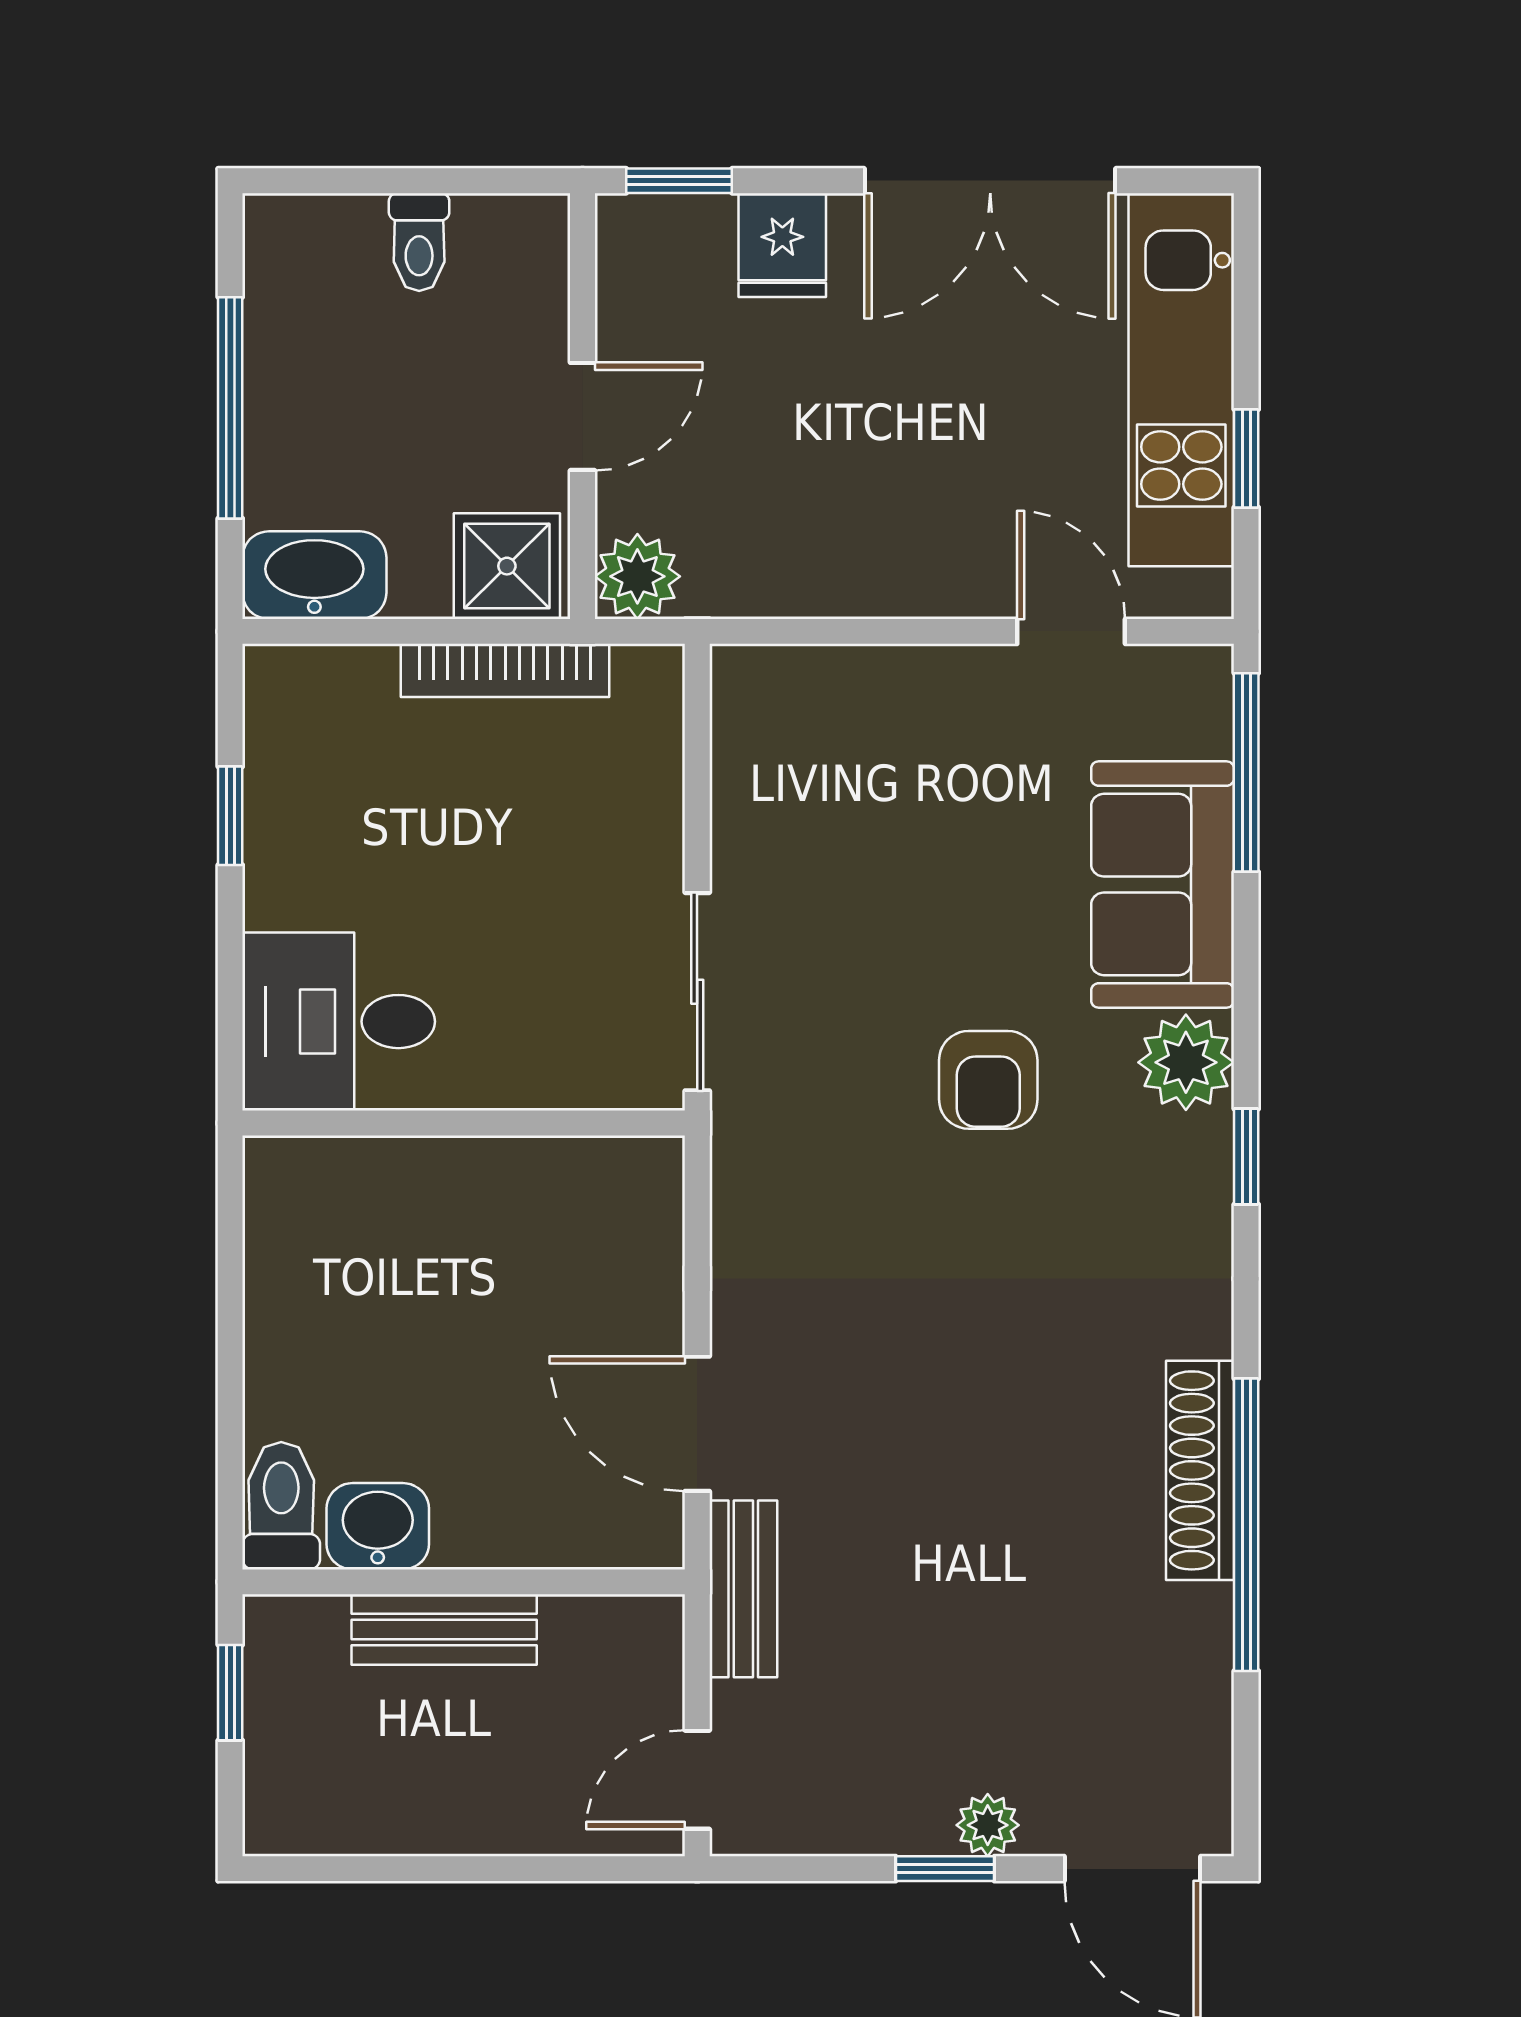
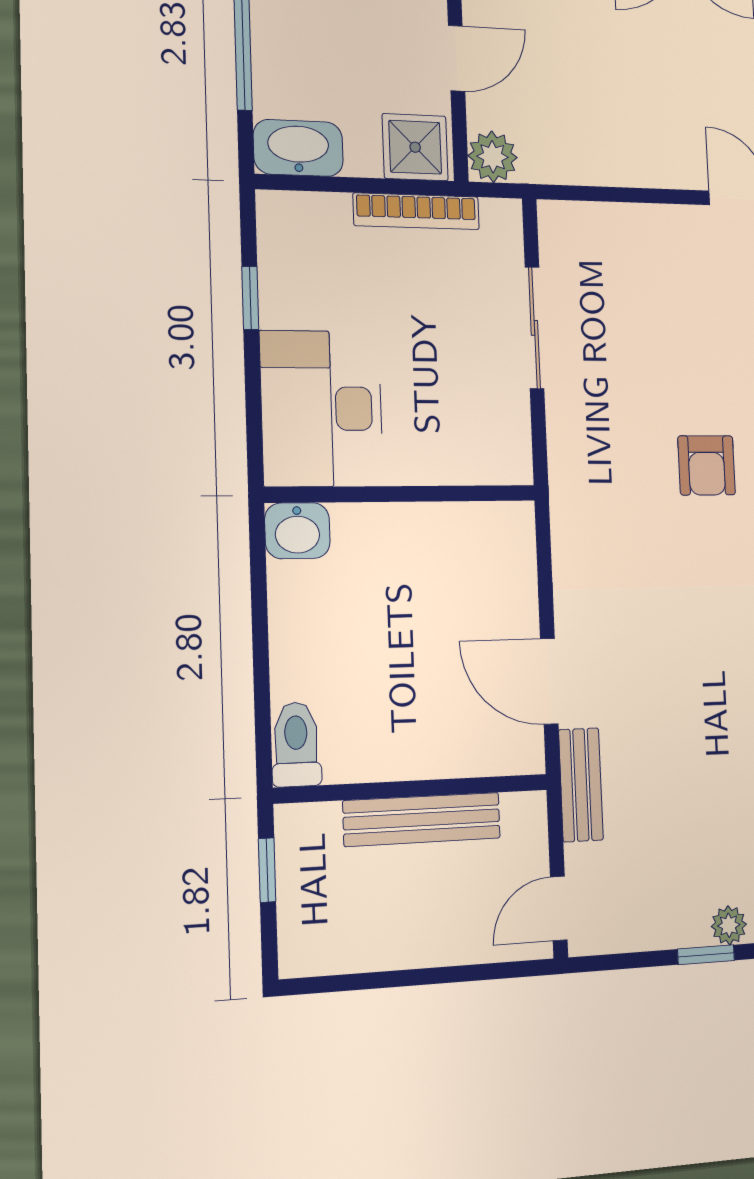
sliding door: (697, 992) -> (534, 328), moved
desk: (339, 1022) -> (322, 409), width x1.37
washbasin: (378, 1526) -> (297, 531), moved, turned 180
bench: (444, 1629) -> (422, 819), width x1.36

